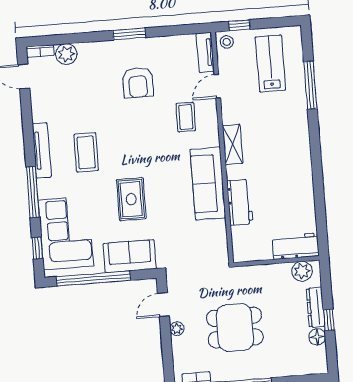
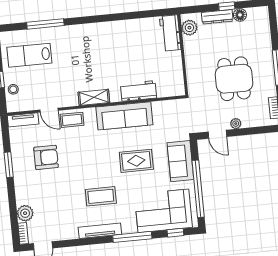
tv unit: (205, 52) -> (23, 120), moved
door: (217, 86) -> (49, 110), moved
shelving: (233, 145) -> (94, 97), moved
wall: (222, 147) -> (96, 105), moved
sofa: (208, 183) -> (124, 116), moved
workbench: (240, 202) -> (138, 91), moved

